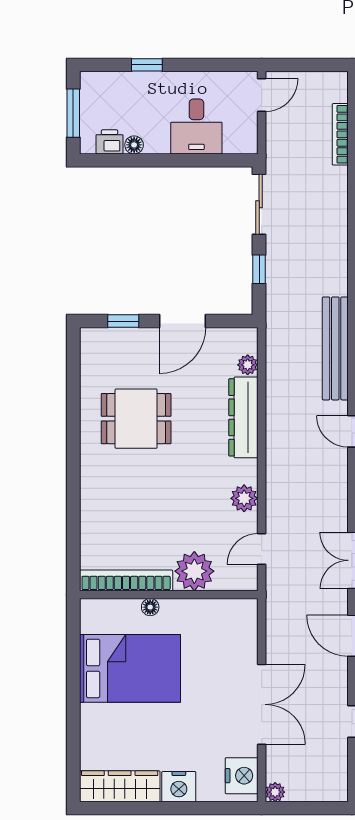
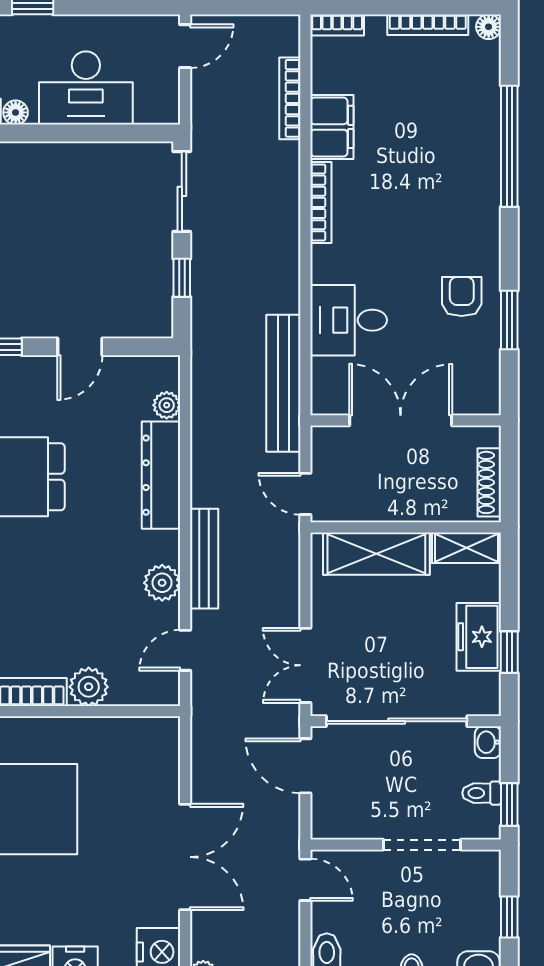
desk: (196, 126) -> (86, 88), width x1.37
door: (182, 321) -> (80, 347), width x0.73
bench: (276, 480) -> (204, 559), added
plant: (194, 571) -> (89, 687), width x0.73, depth x0.73
floor lamp: (150, 607) -> (37, 728), removed

